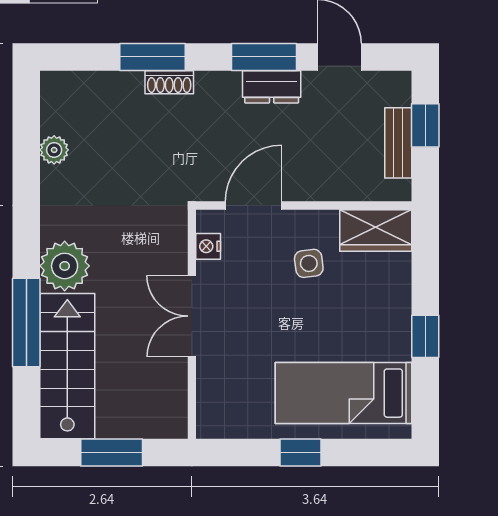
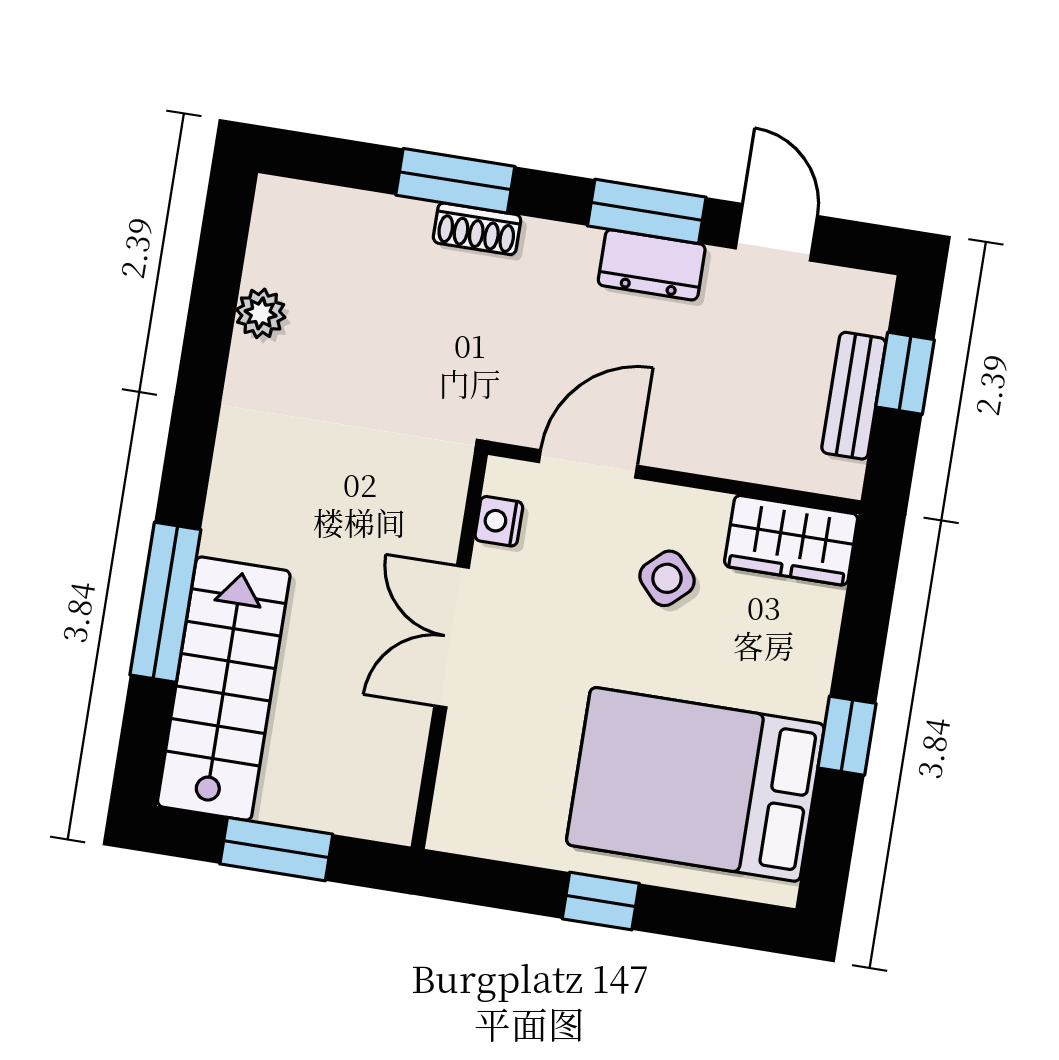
side table: (309, 263) -> (667, 578), turned -36
plant: (65, 266) -> (247, 516), removed
bed: (344, 393) -> (695, 784), width x1.50

